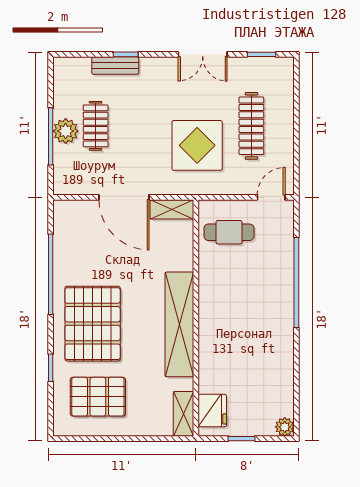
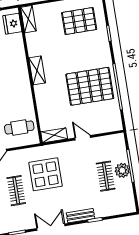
bench: (115, 66) -> (81, 216), moved
clothes rail: (251, 126) -> (16, 191), width x0.73
door: (124, 197) -> (83, 138), width x0.53
pallet: (93, 324) -> (90, 86), moved, turned 90
shelving: (179, 324) -> (37, 70), width x0.45, depth x0.75

